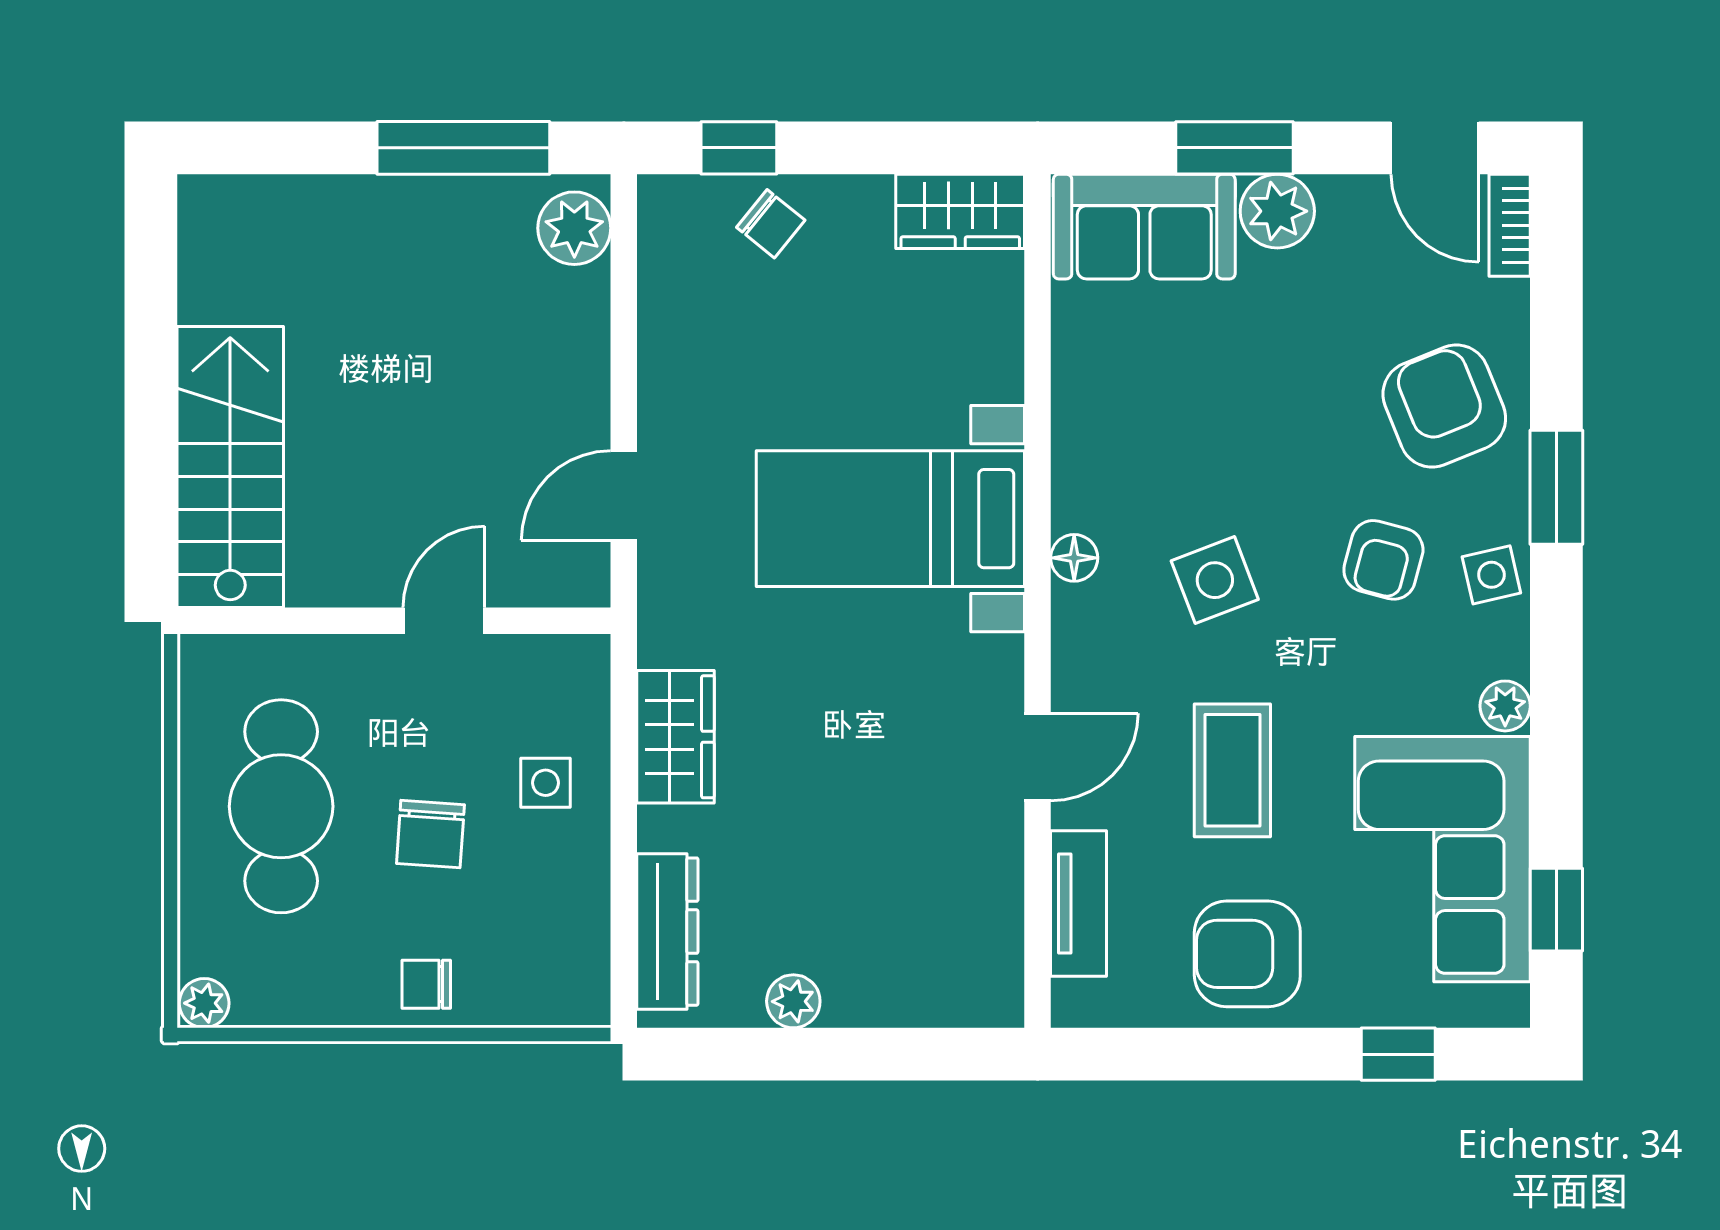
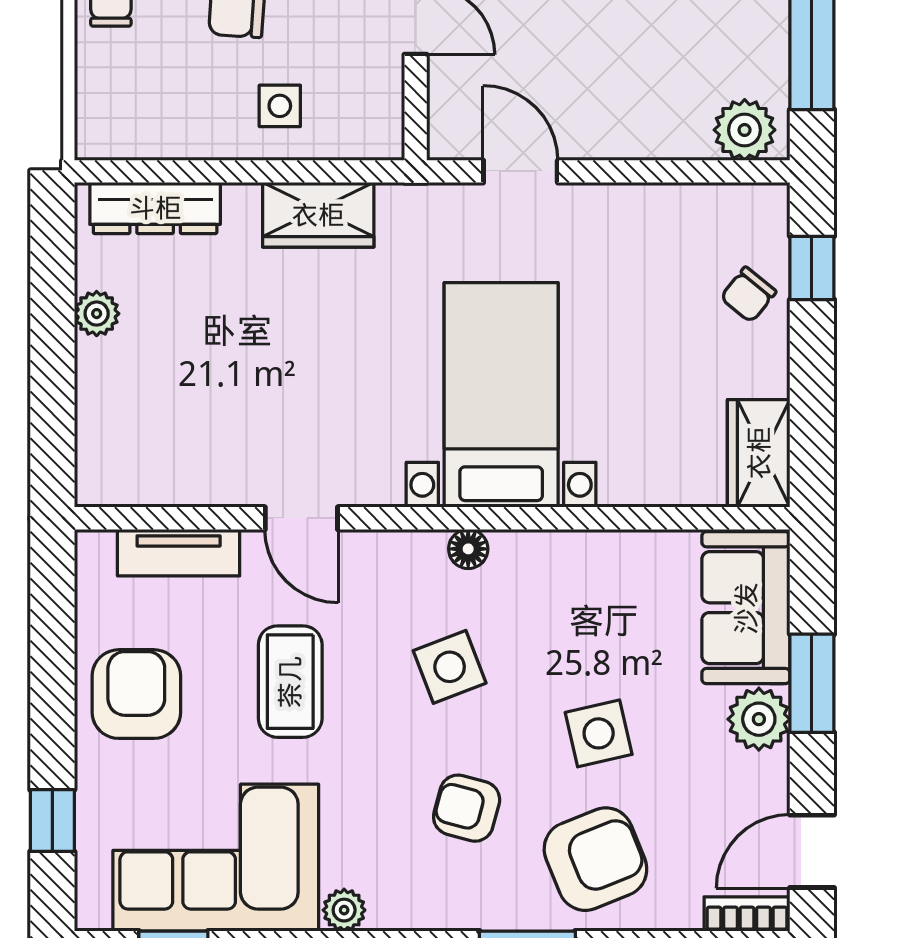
side table: (1491, 575) -> (599, 733), moved, width x1.37, depth x1.37
coffee table: (1232, 770) -> (290, 682), turned 90

